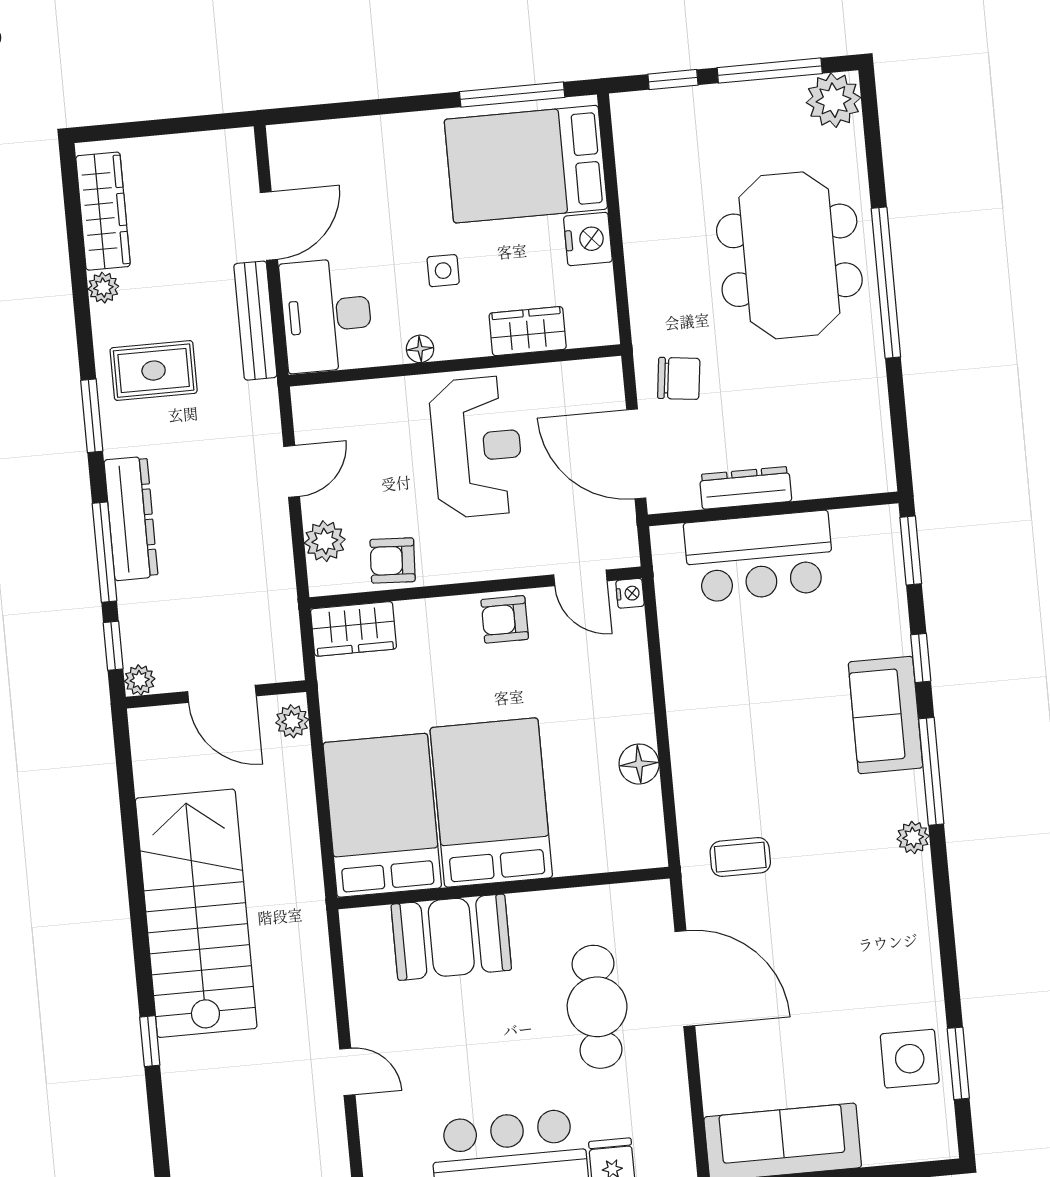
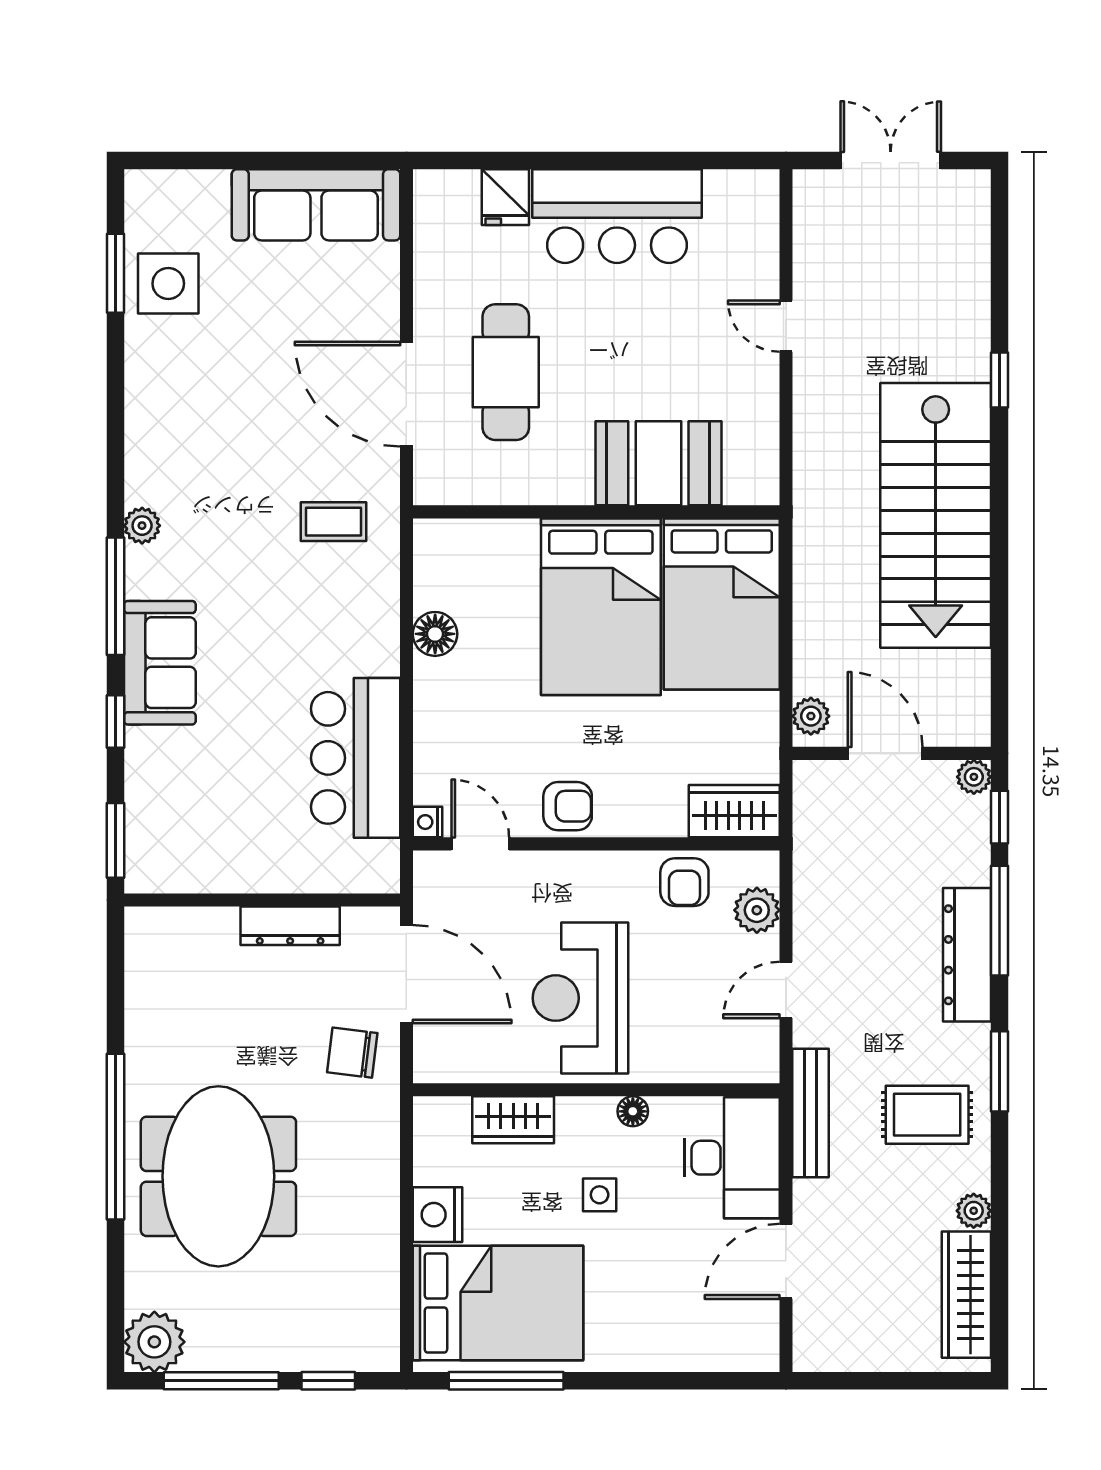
bench: (255, 321) -> (810, 1113), moved
bar counter: (759, 557) -> (356, 758), moved, turned -90
armchair: (393, 561) -> (684, 882), turned 87

